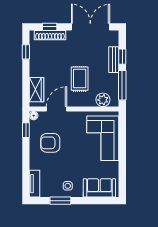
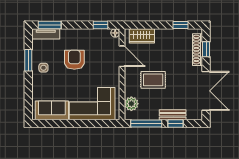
armchair: (50, 143) -> (74, 60), moved
window: (26, 180) -> (50, 25), added
sofa: (99, 188) -> (52, 110), moved, turned -90

